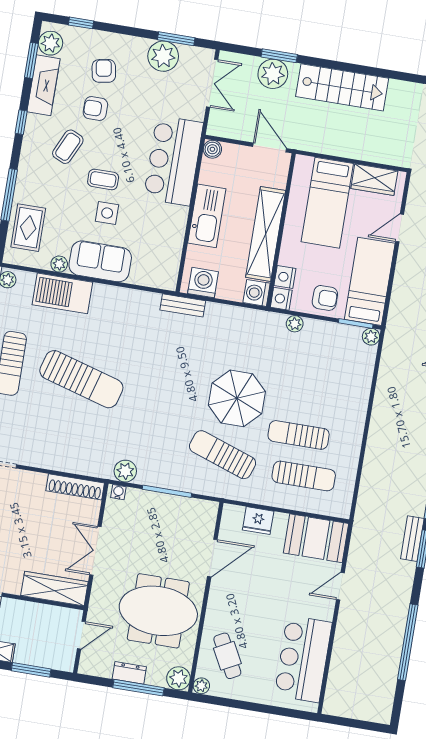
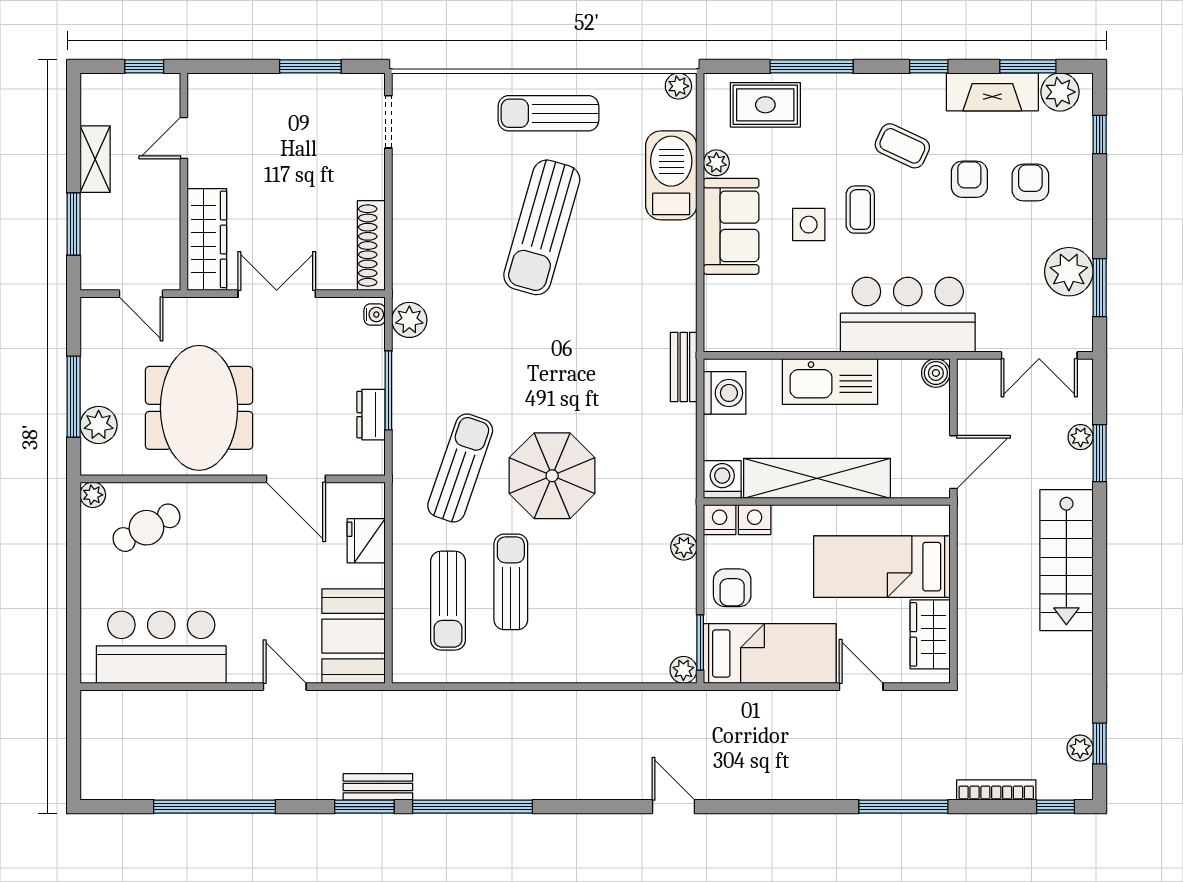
armchair: (104, 71) -> (1030, 183), turned -80
plant: (273, 74) -> (1081, 437), width x0.53, depth x0.53
dresser: (129, 673) -> (371, 415), moved, turned 180
plant: (178, 678) -> (99, 425), moved

